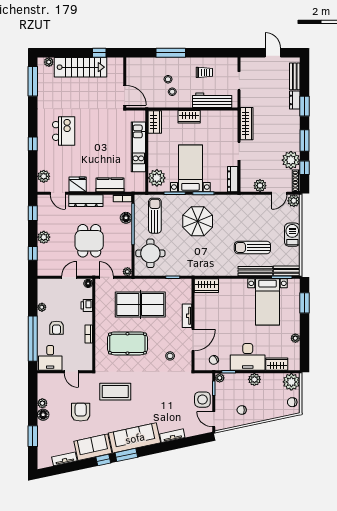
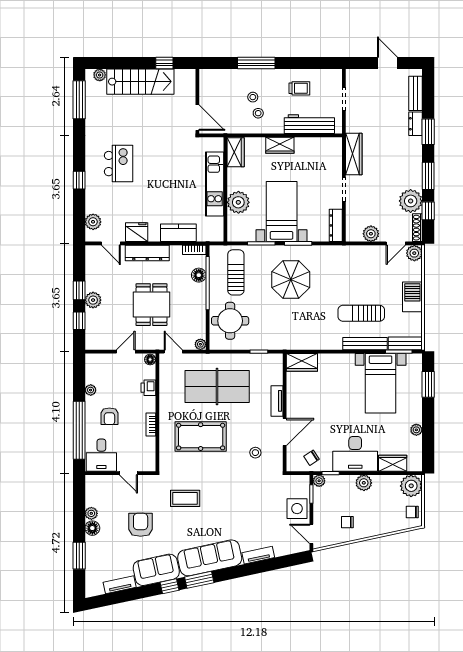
plant: (157, 178) -> (238, 202), moved
window: (33, 213) -> (79, 290), moved
coffee table: (115, 392) -> (185, 498), width x0.73, depth x0.76

